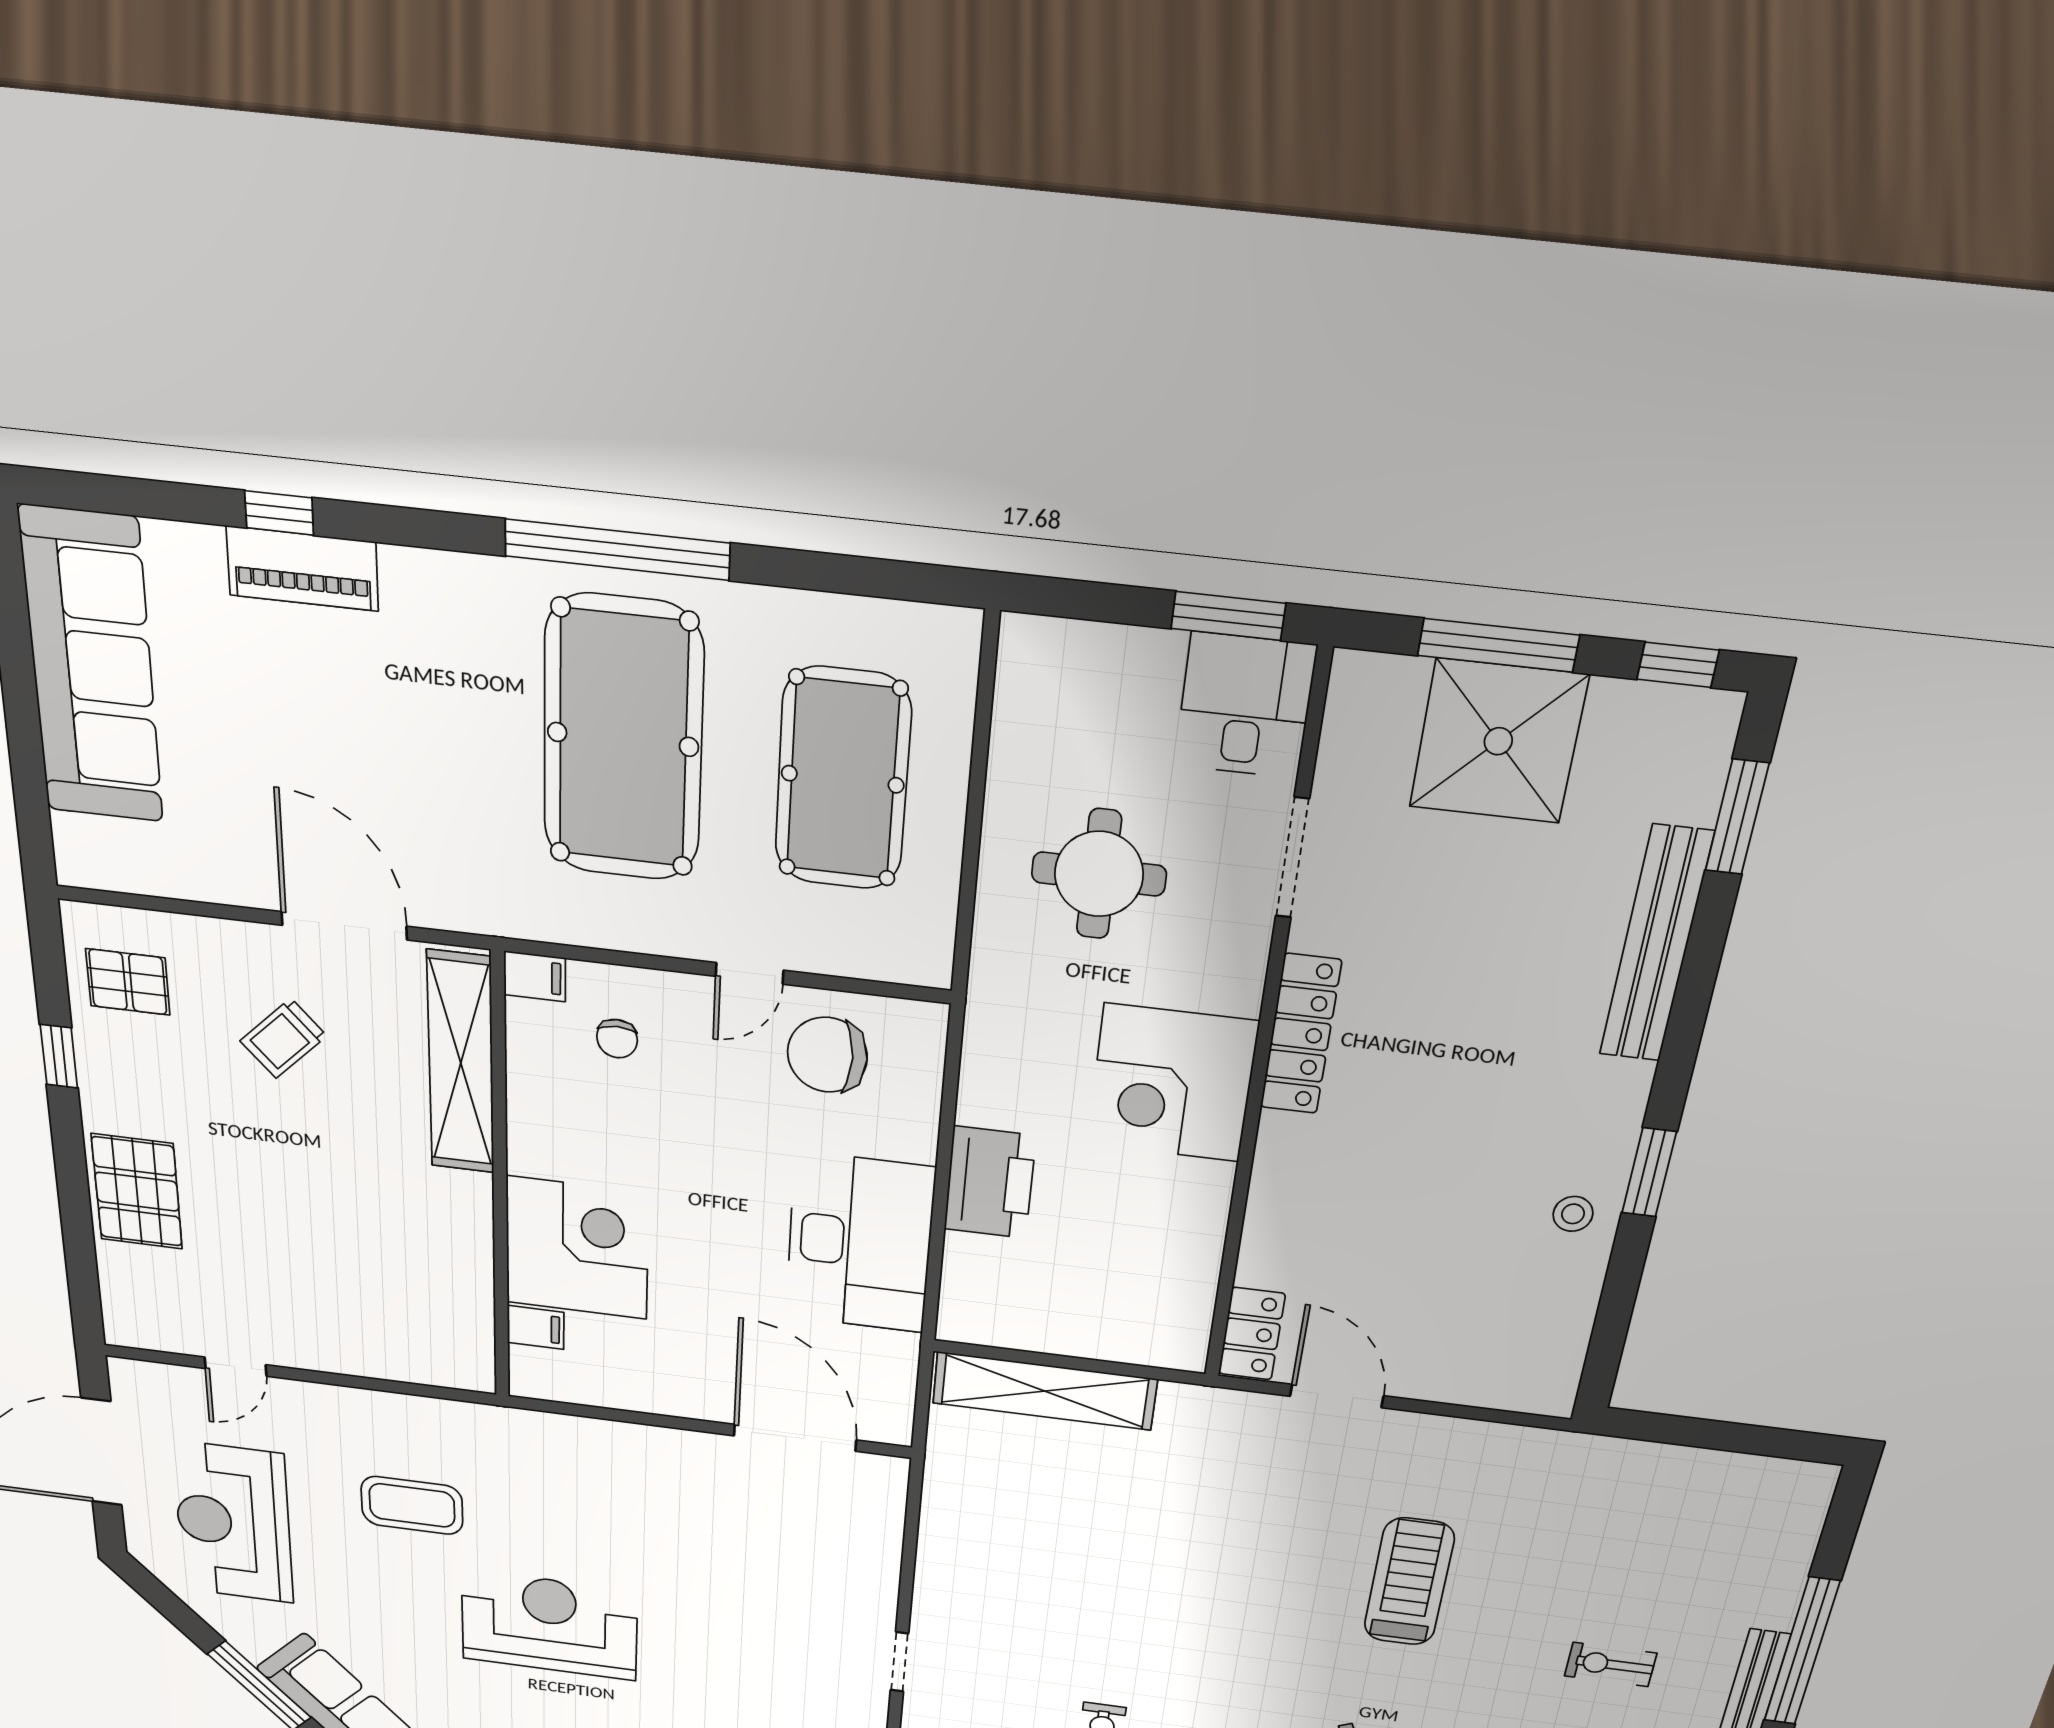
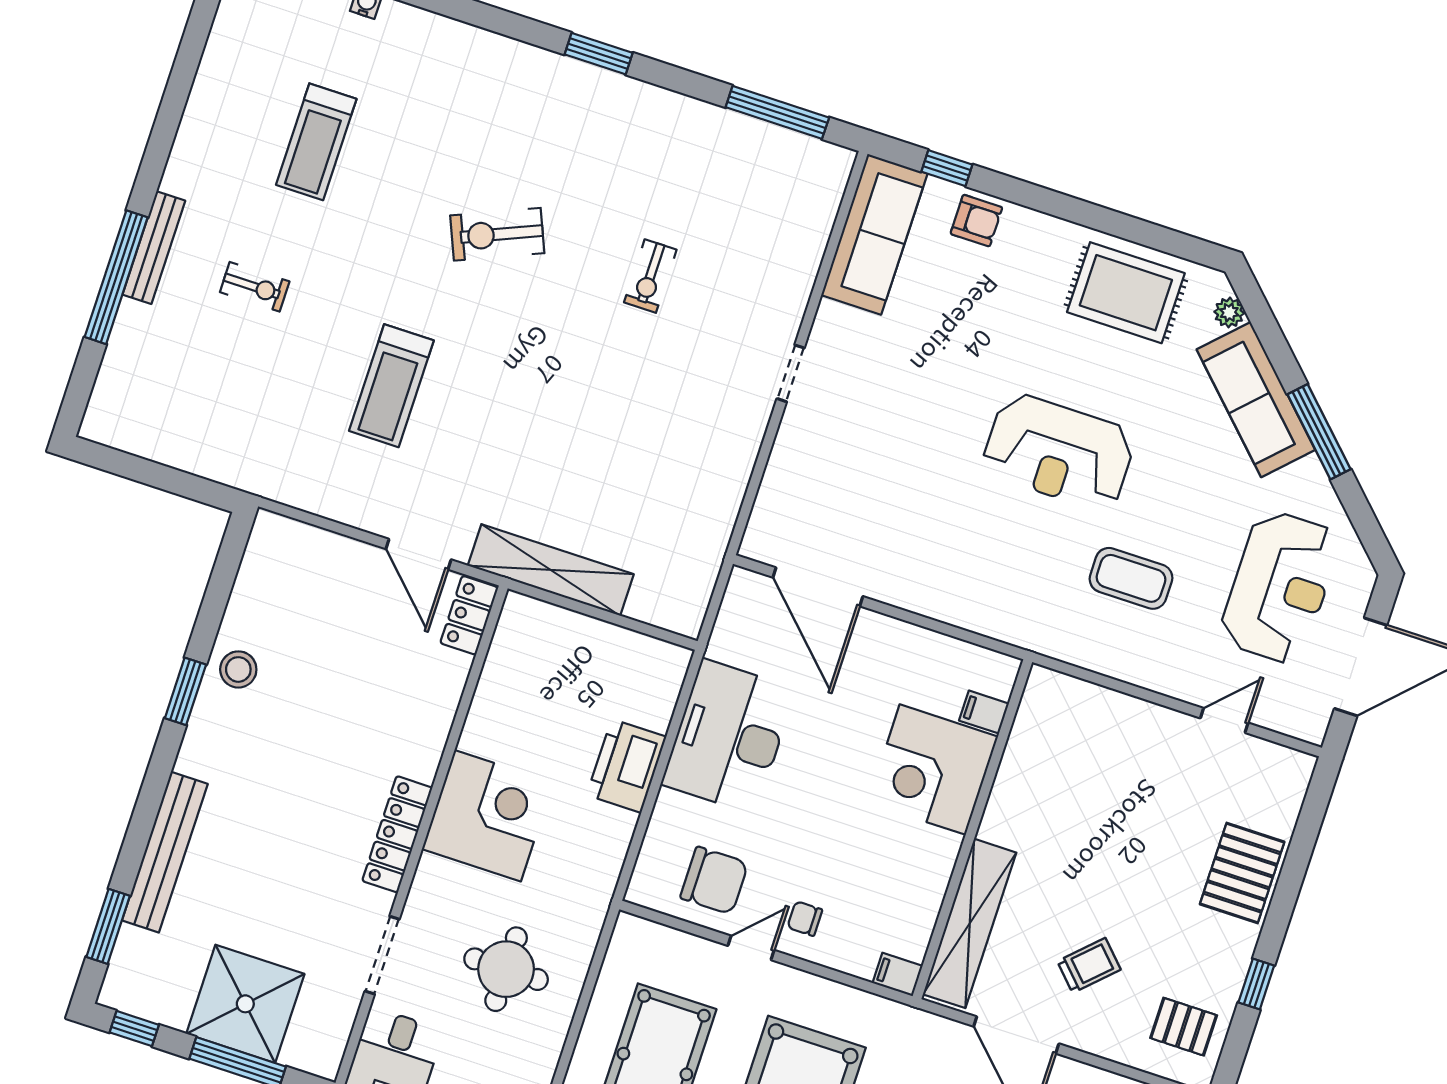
chair: (617, 1039) -> (805, 919), moved, turned -90
stool: (1573, 1214) -> (238, 669), width x1.37, depth x1.37
shelving: (1045, 1391) -> (551, 570), moved

